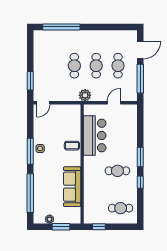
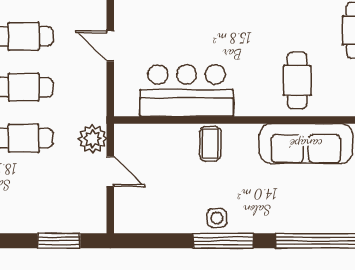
plant: (85, 95) -> (93, 139), moved
door: (43, 103) -> (110, 172), moved
cafe table: (117, 171) -> (297, 80), moved

